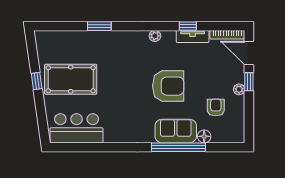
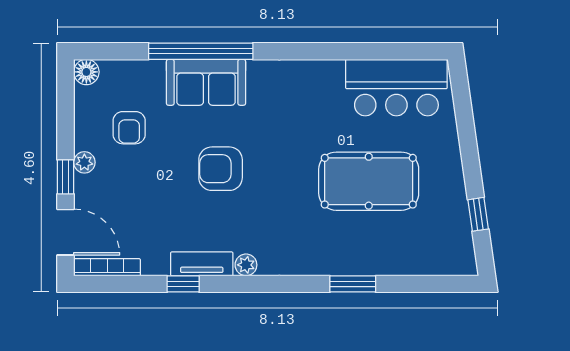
tv unit: (193, 36) -> (202, 264), moved
pool table: (71, 79) -> (369, 181), moved
window: (37, 81) -> (478, 214), moved
armchair: (168, 86) -> (221, 169), width x0.73, depth x0.73
floor lamp: (204, 136) -> (86, 72), moved

